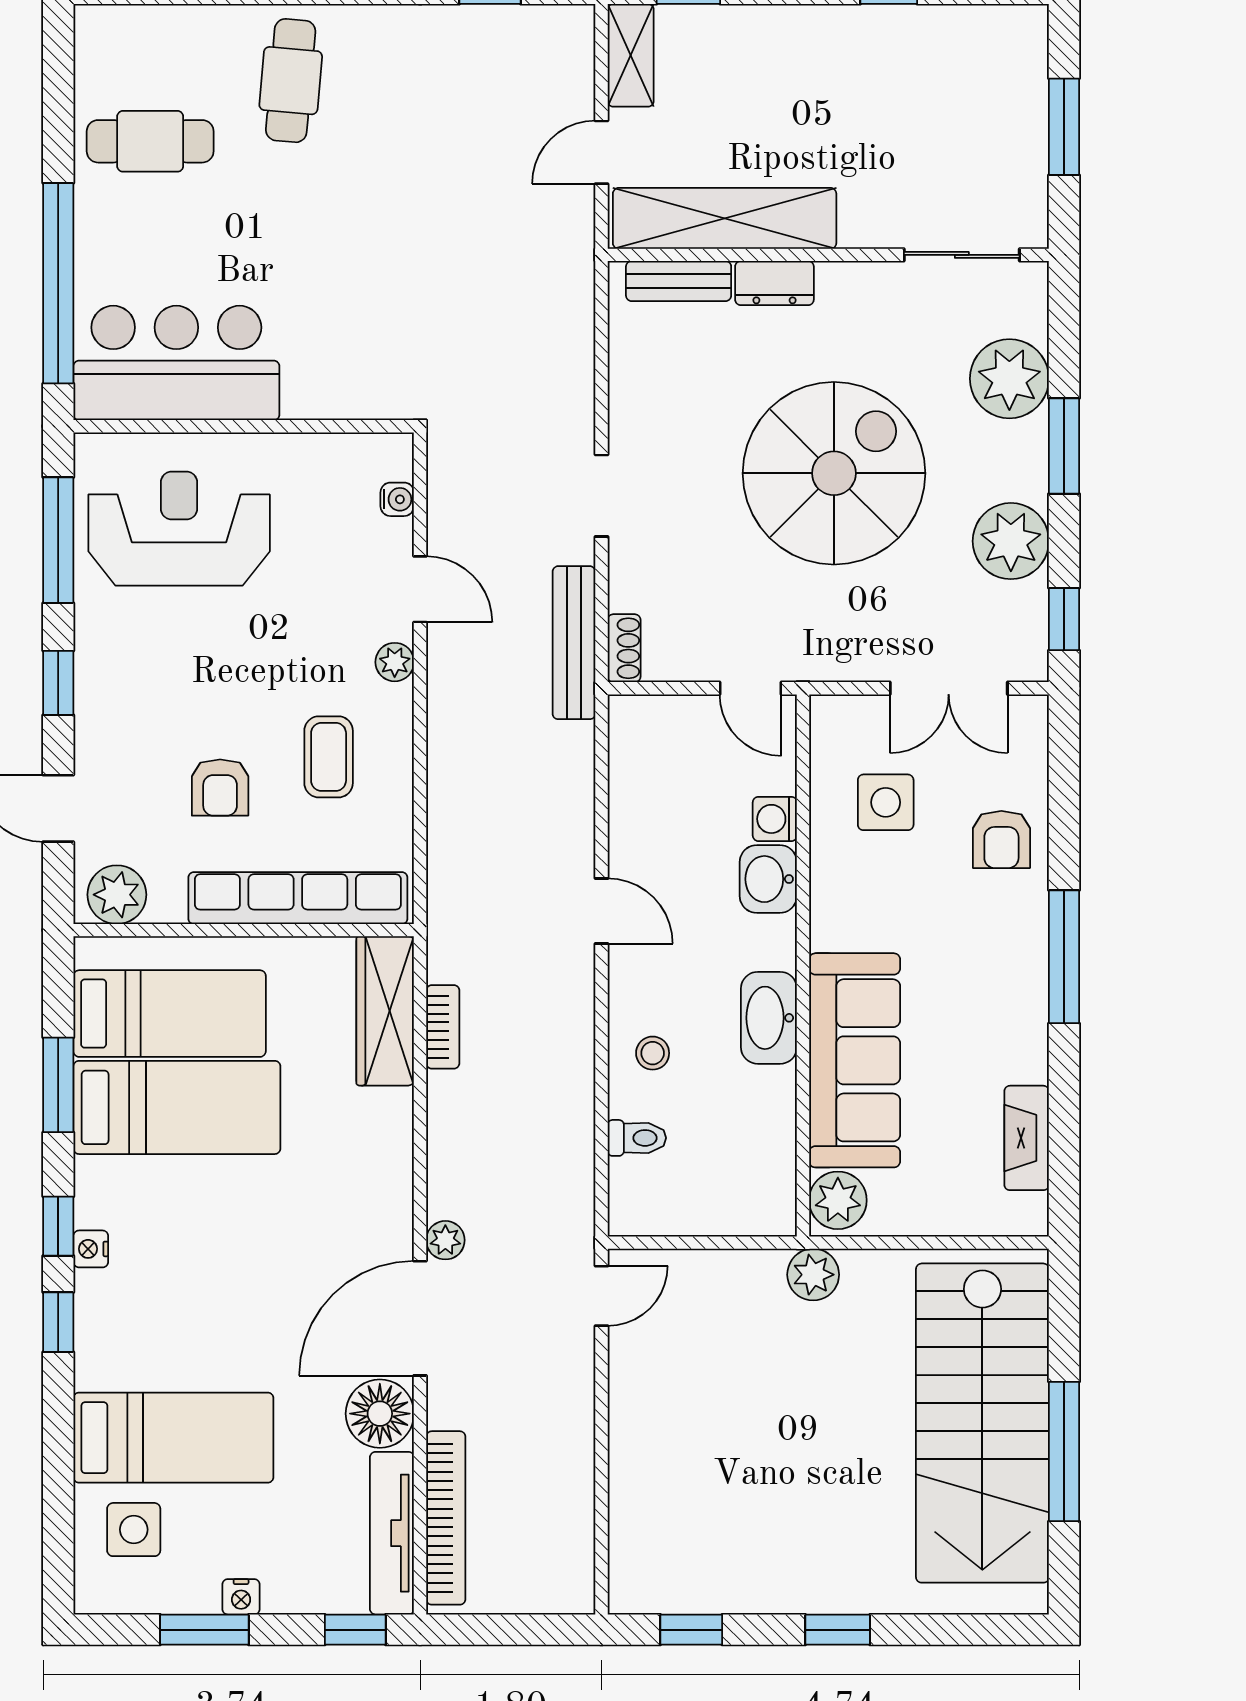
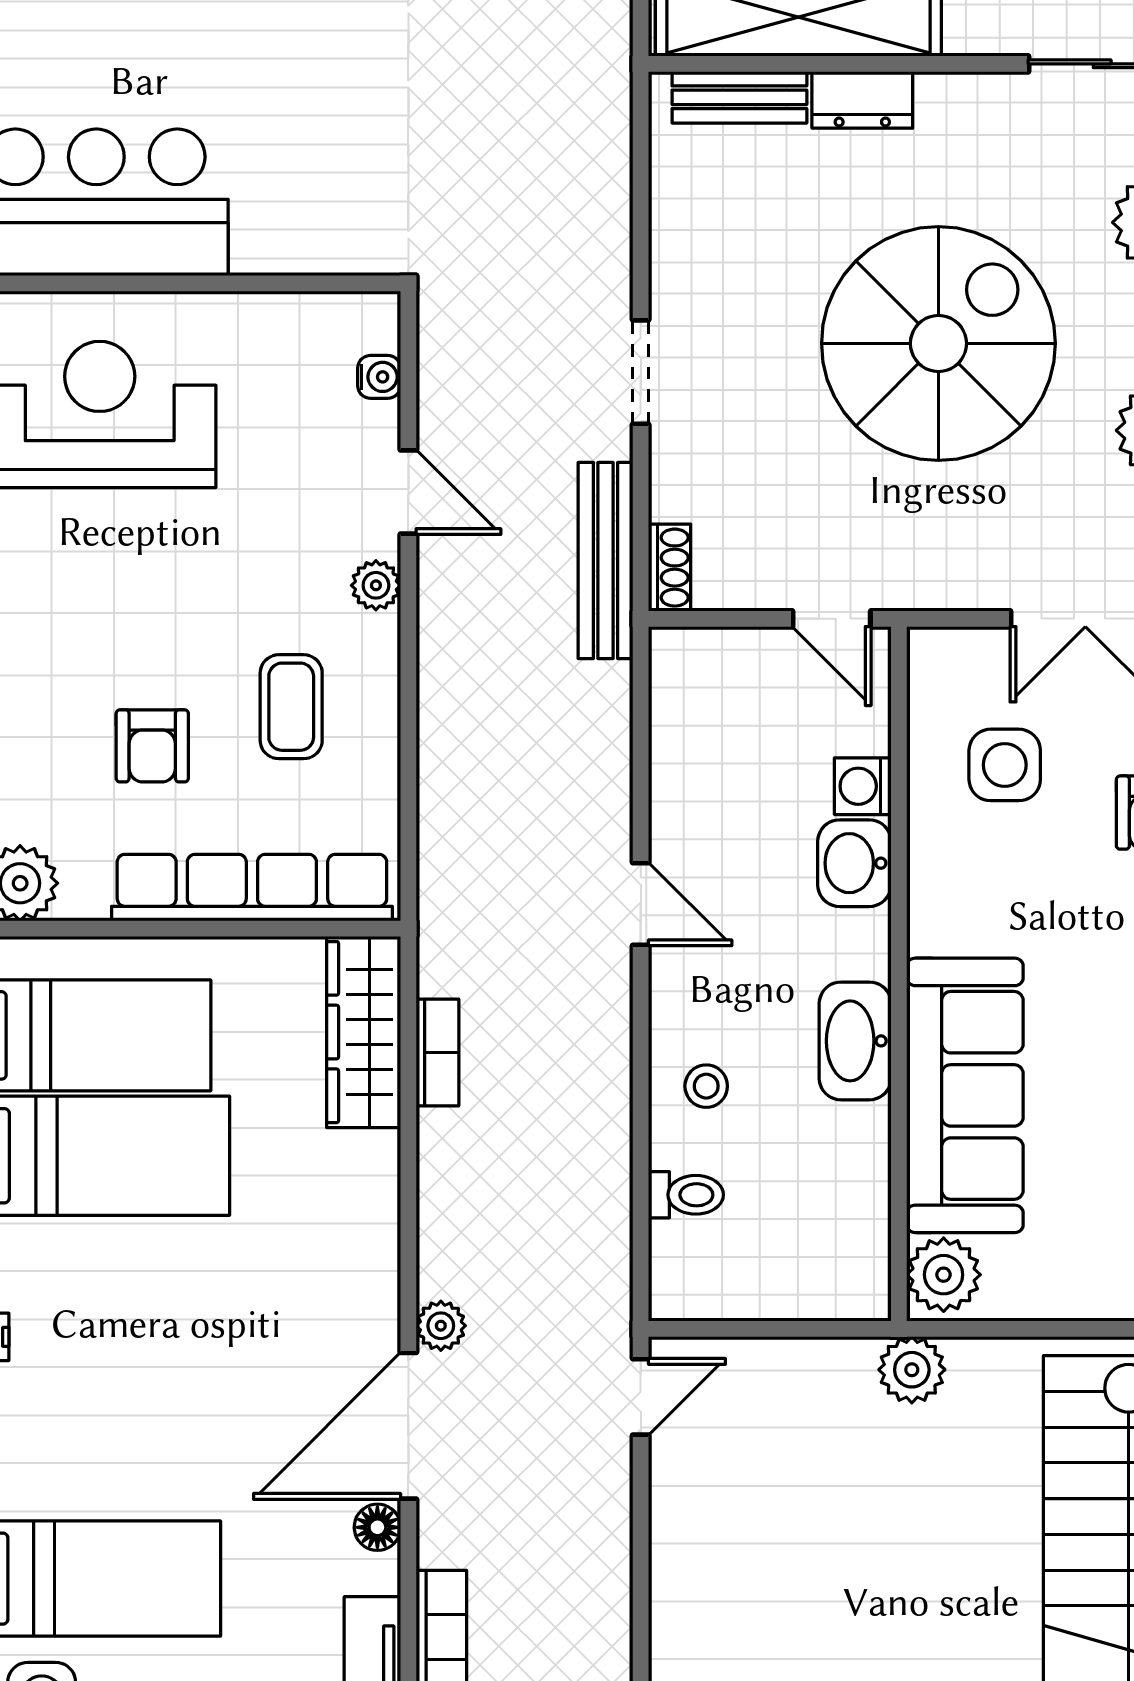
floor lamp: (380, 1414) -> (377, 1527), width x0.53, depth x0.53

